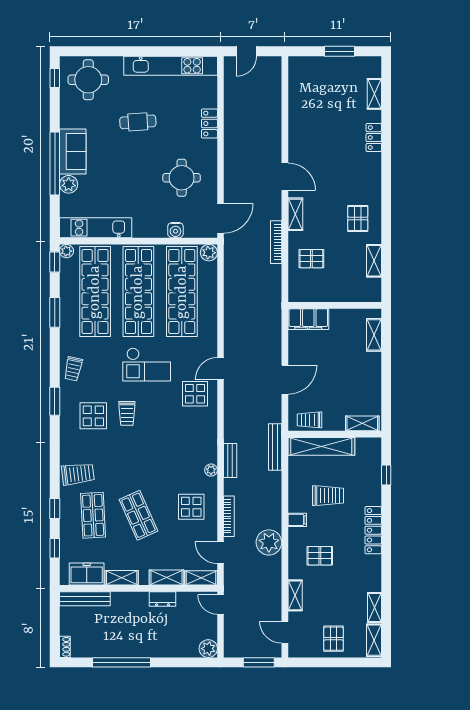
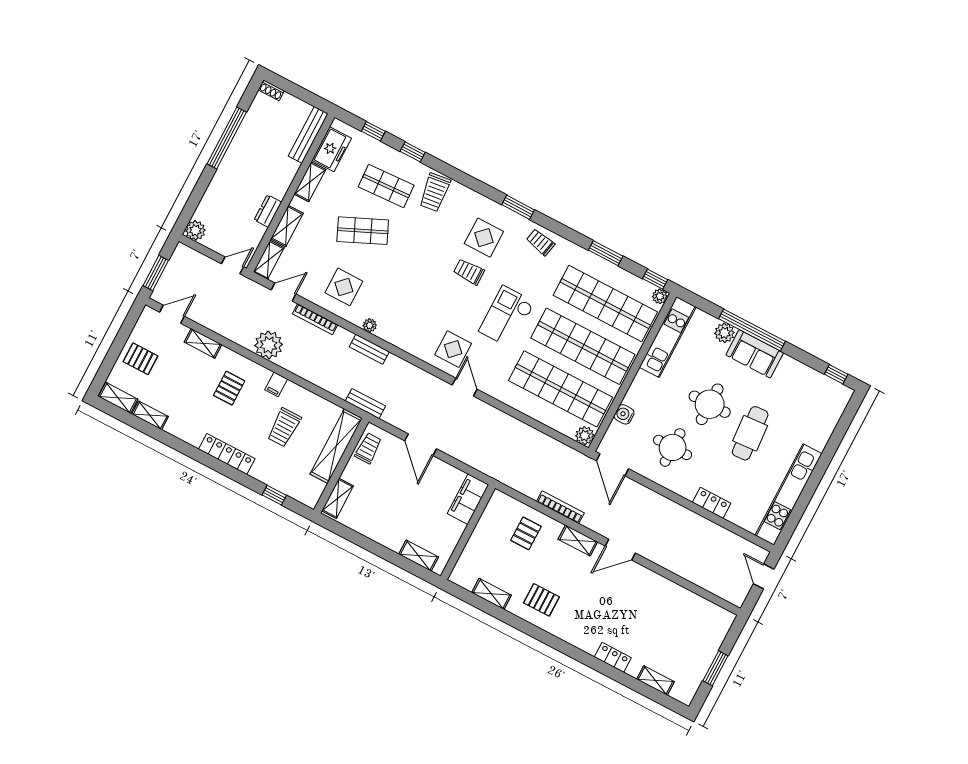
round table: (88, 80) -> (710, 404), moved
cafe table: (138, 122) -> (750, 433), width x1.37, depth x1.35
bench: (275, 447) -> (365, 404), width x0.73

